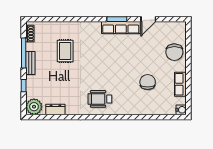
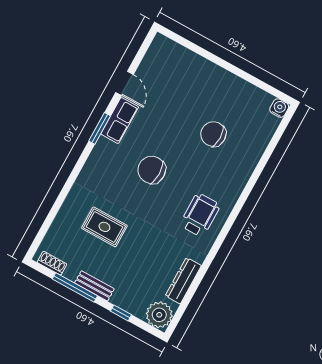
row of seats: (121, 28) -> (120, 120), width x0.68
chair: (174, 52) -> (152, 170), moved, turned 180
row of seats: (180, 84) -> (242, 89), removed
wheelchair: (100, 99) -> (200, 215), turned 180
dresser: (55, 109) -> (183, 281), width x1.44

